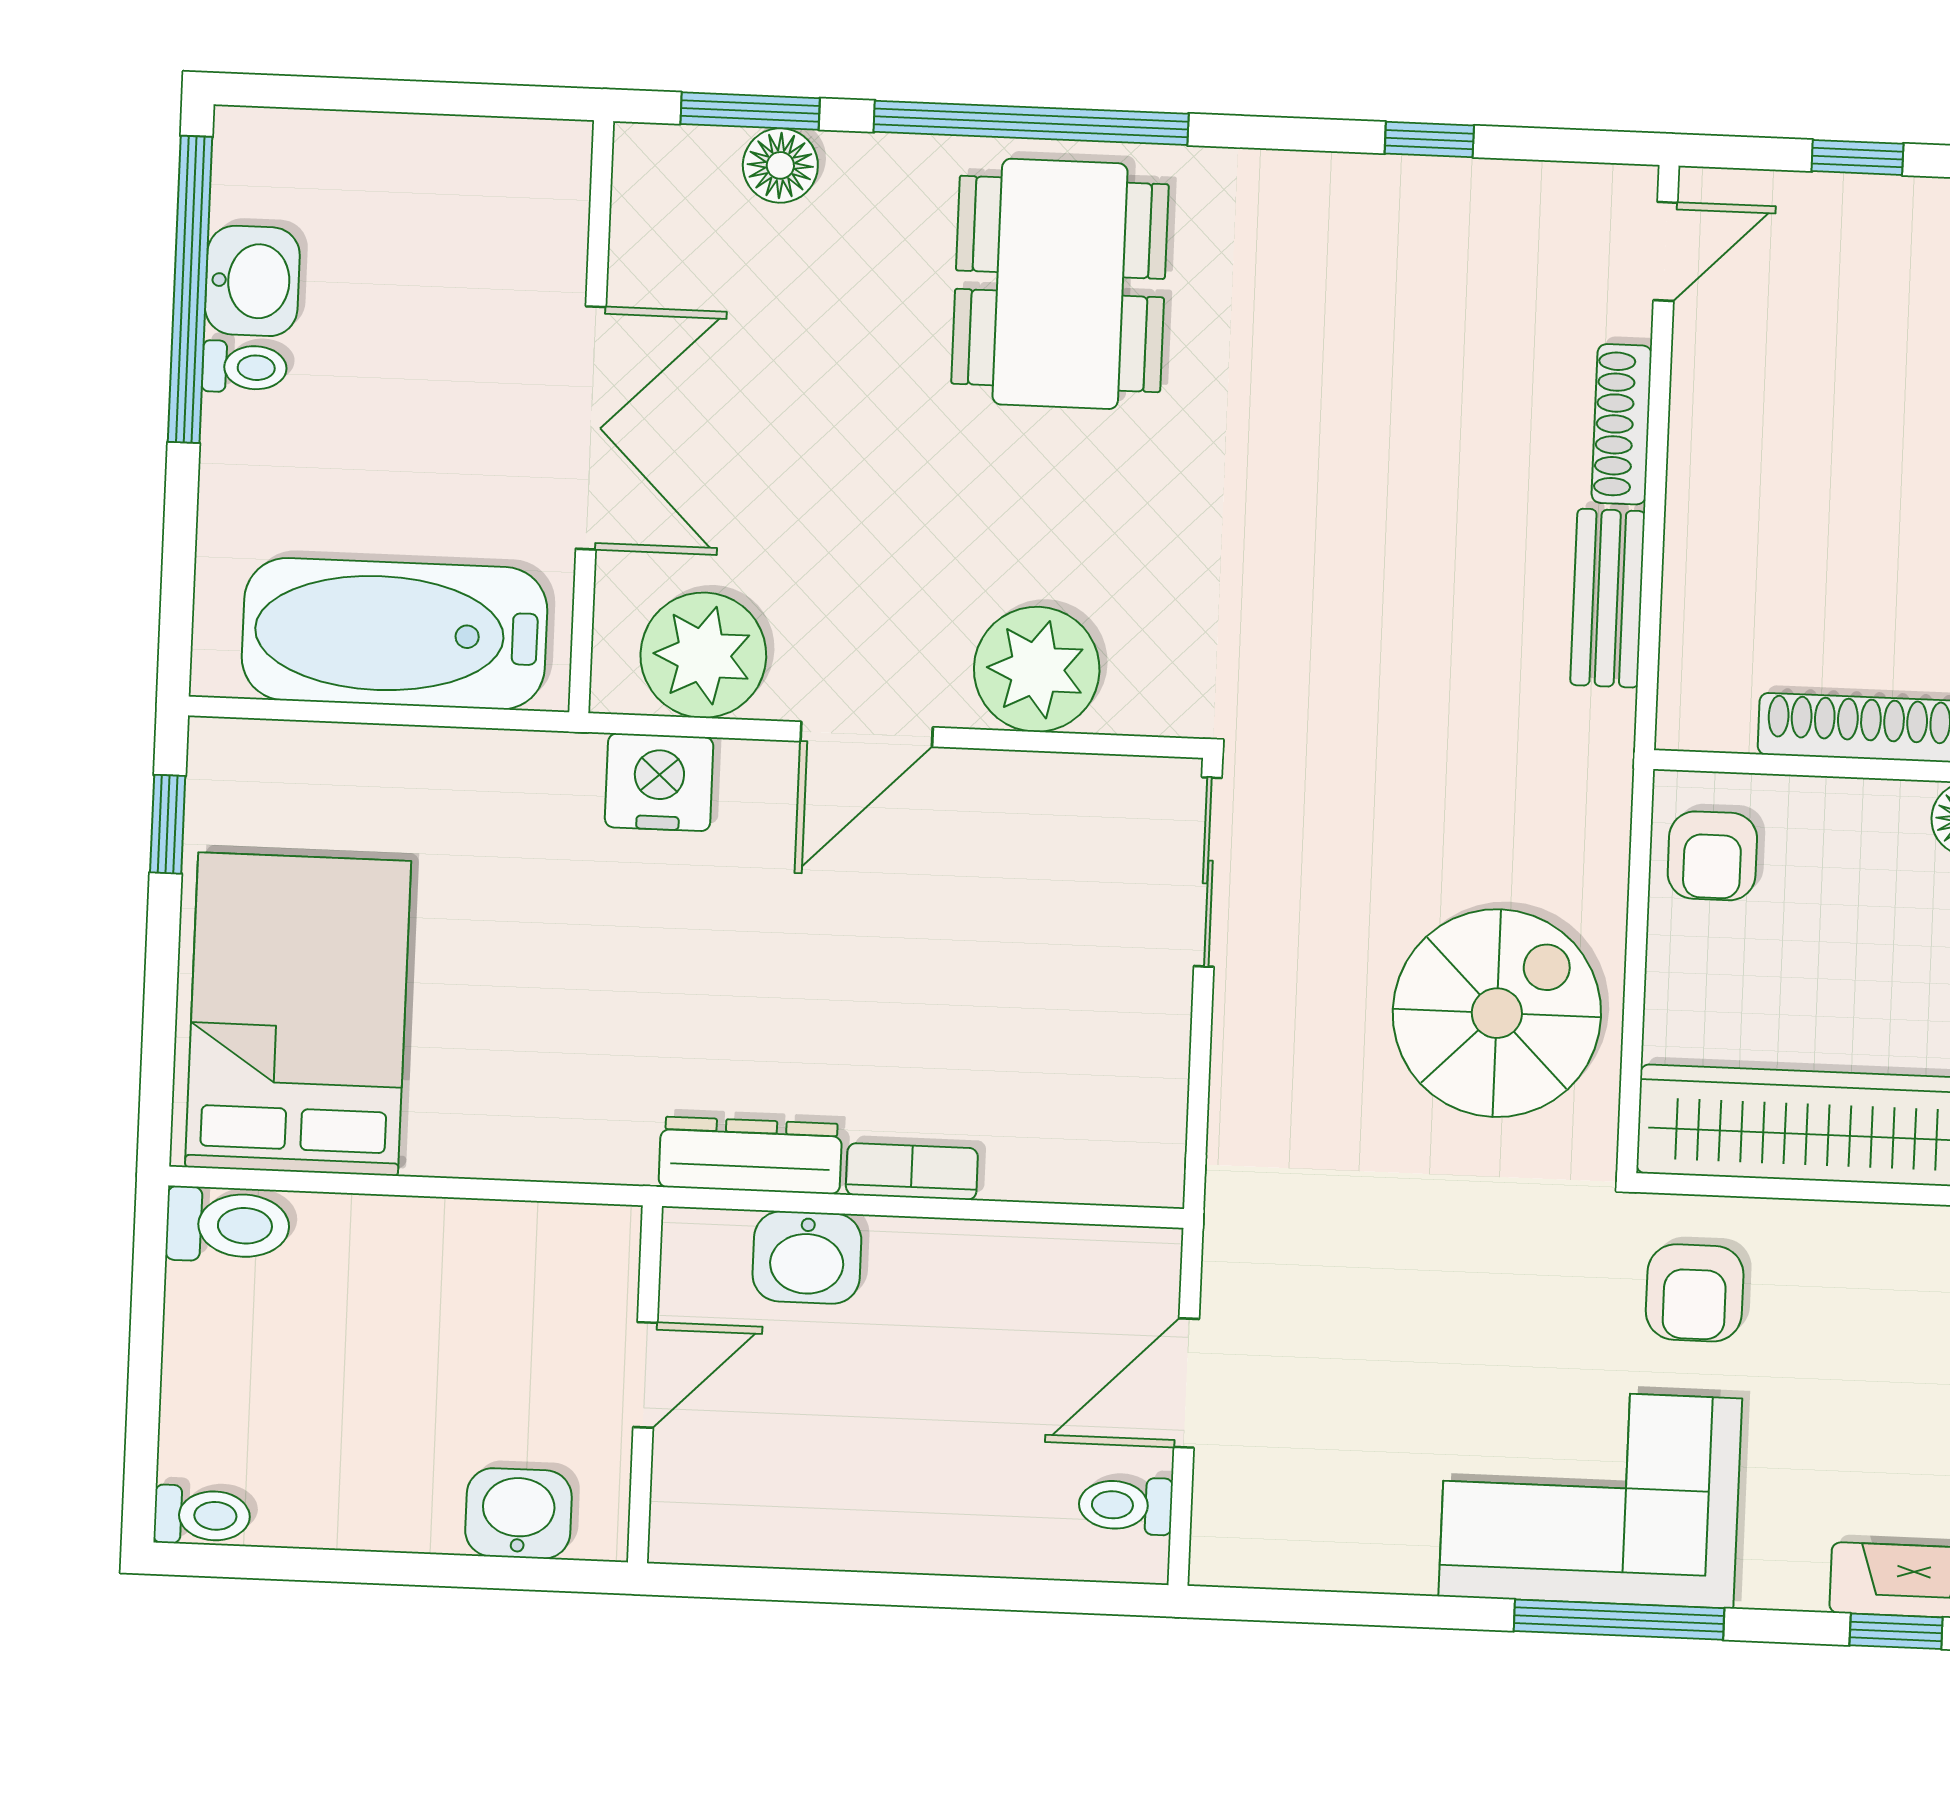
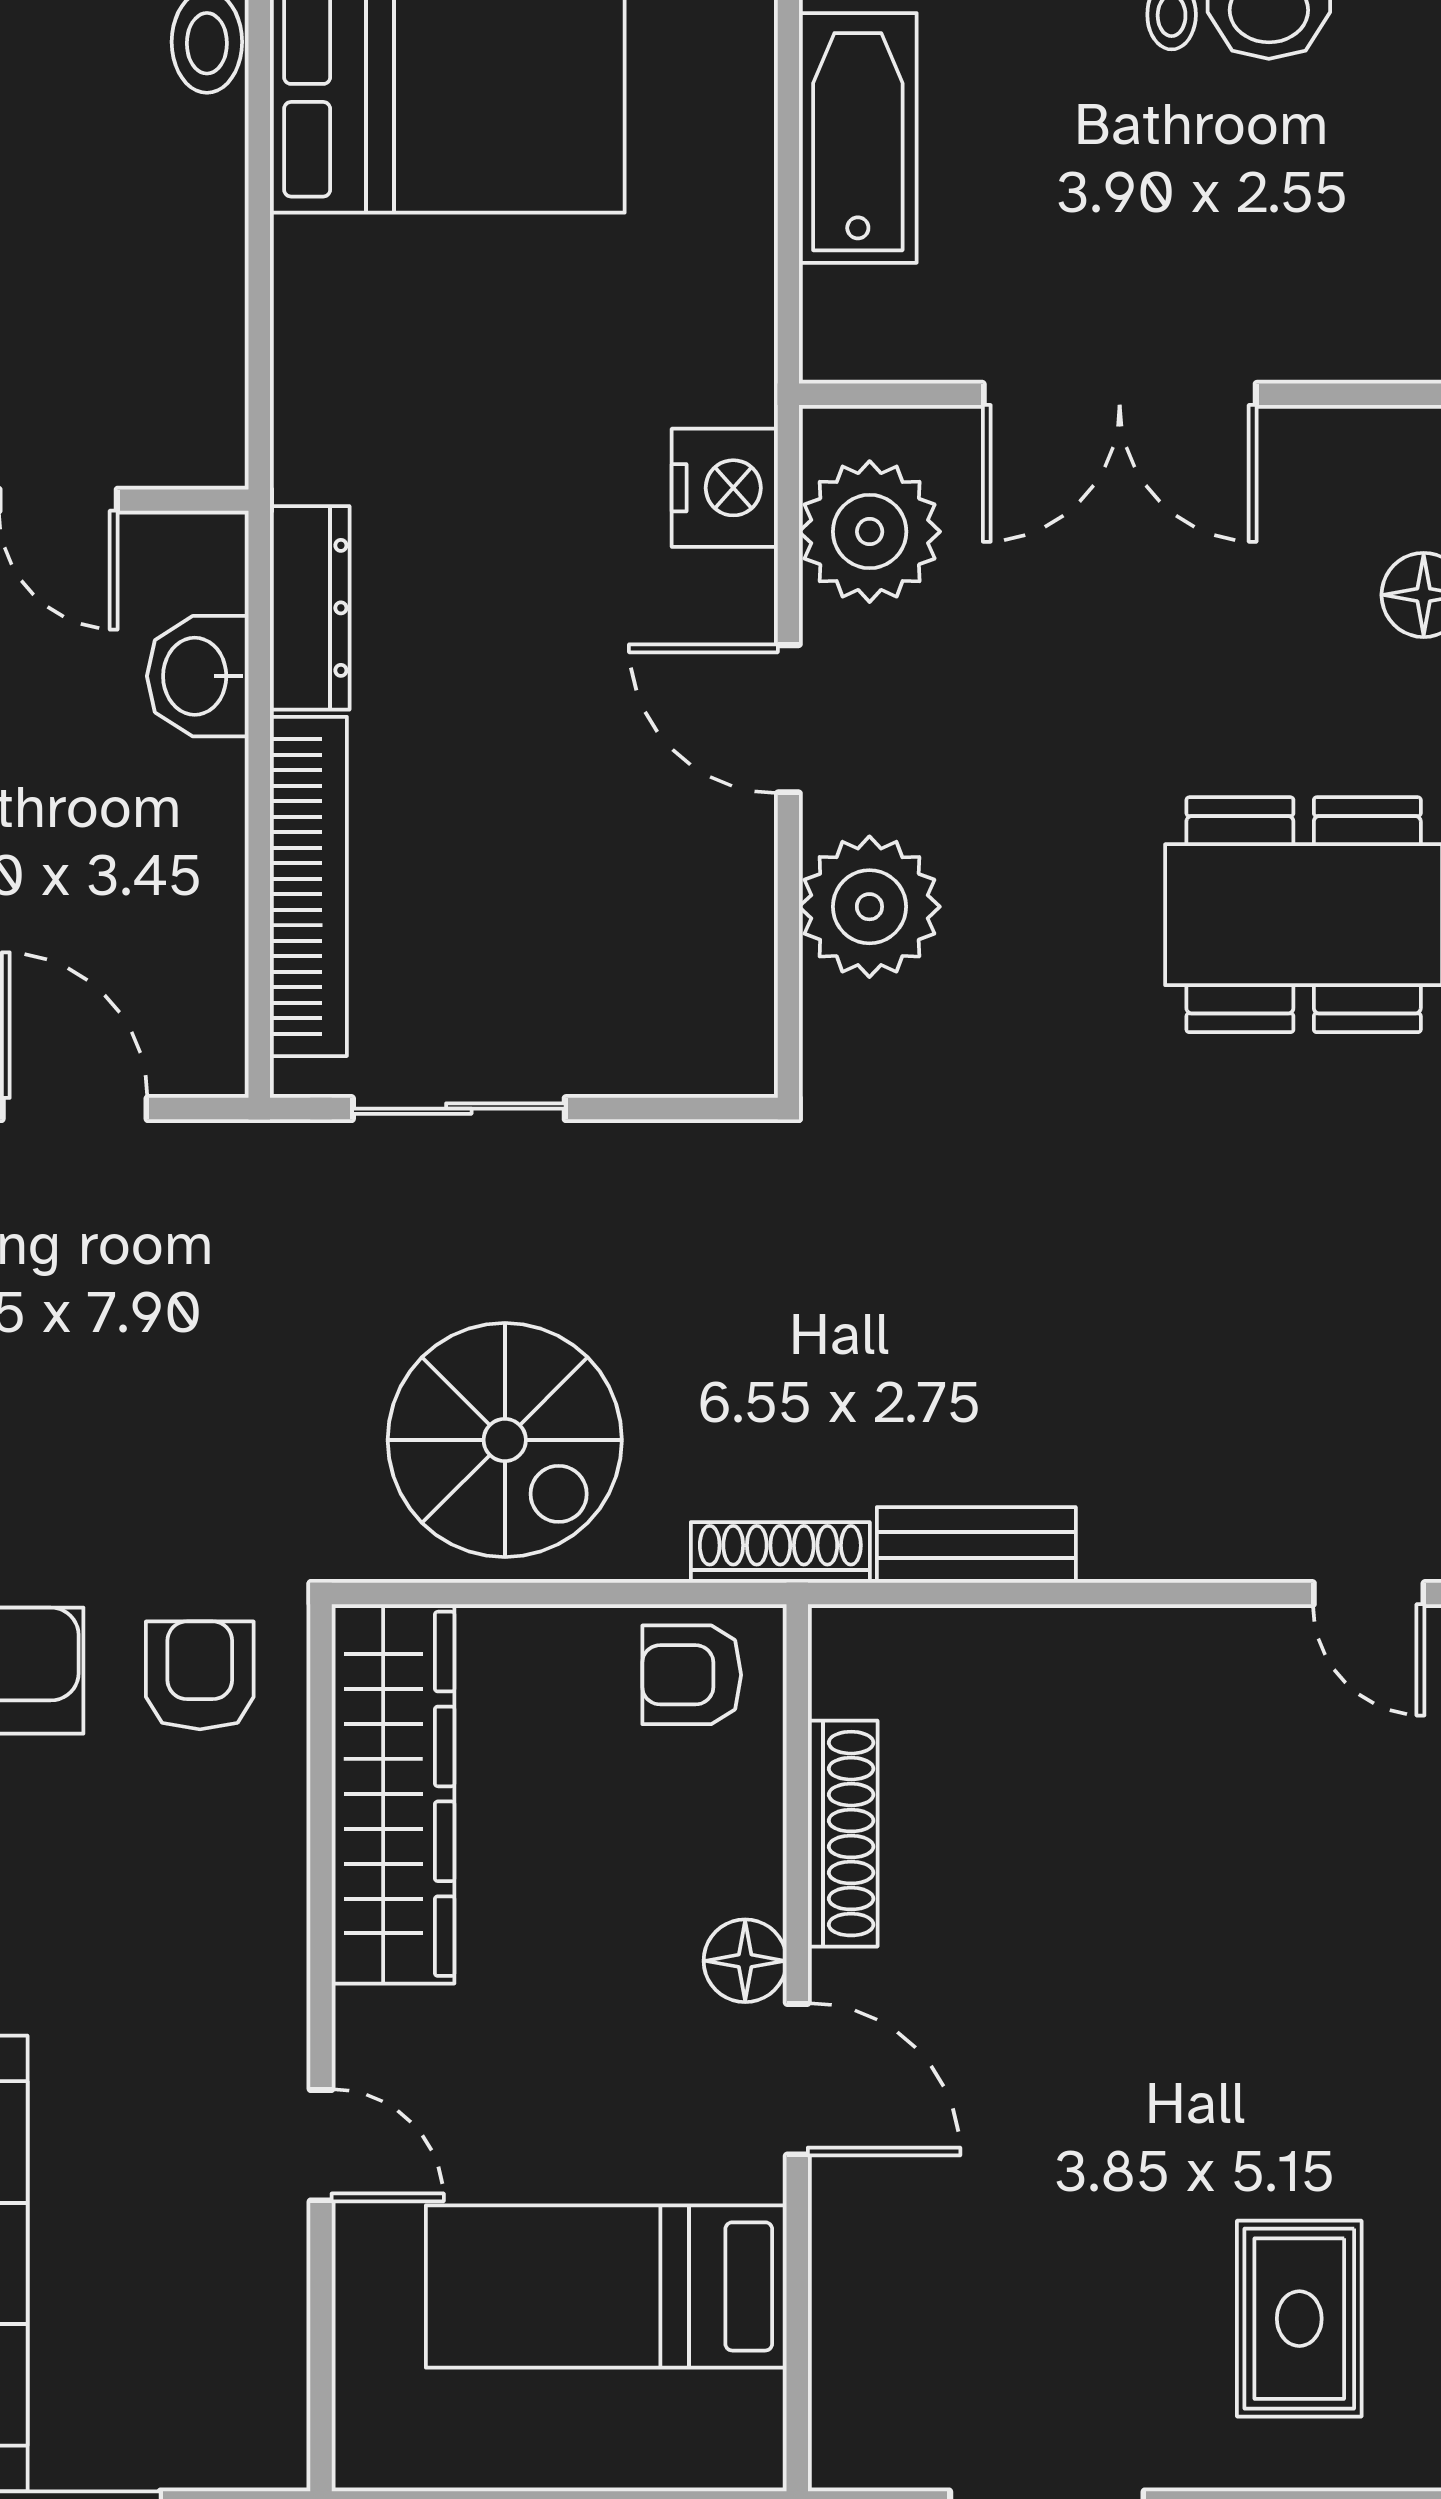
shoe rack: (1622, 424) -> (780, 1553), moved
bathtub: (394, 634) -> (858, 138), width x0.73, depth x0.73
sliding door: (1208, 872) -> (459, 1109), moved
bookcase: (912, 1172) -> (308, 886), width x2.31, depth x1.31
armchair: (1695, 1293) -> (200, 1675), turned 90

